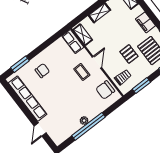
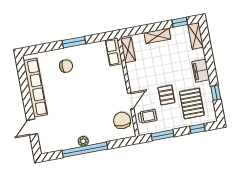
door: (97, 62) -> (131, 101), moved
window: (20, 64) -> (74, 42), moved
coffee table: (82, 72) -> (107, 89), removed
chair: (105, 90) -> (122, 120), turned 90

